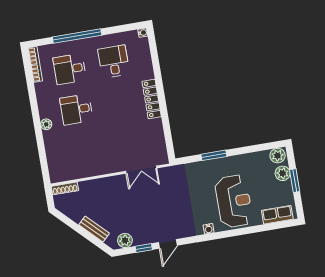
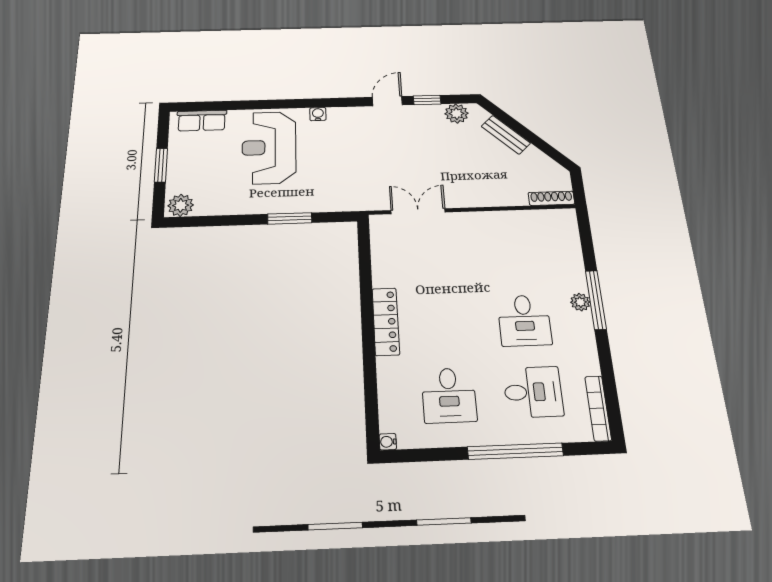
desk: (76, 109) -> (524, 320), turned 90
window: (38, 127) -> (596, 300), added
plant: (283, 173) -> (179, 178), removed

